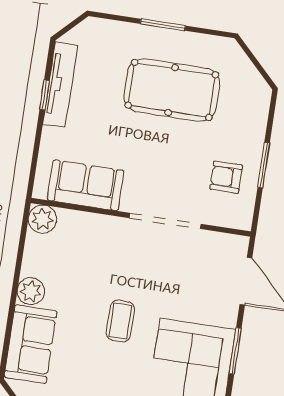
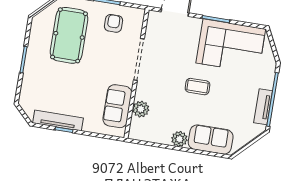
pool table: (172, 90) -> (69, 35), moved
armchair: (226, 177) -> (114, 23), turned 180
plant: (42, 219) -> (141, 109), moved

